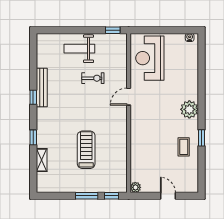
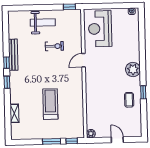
weight bench: (79, 49) -> (43, 23), turned 180
window: (33, 137) -> (7, 82), moved

